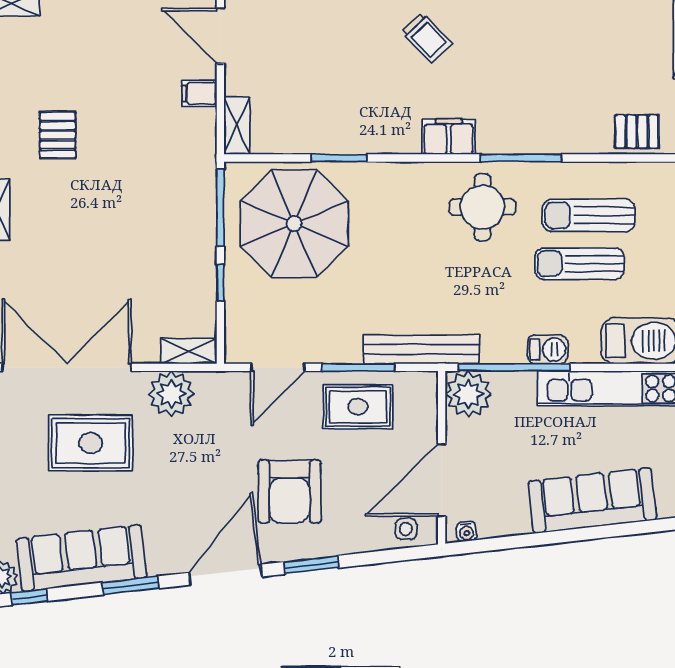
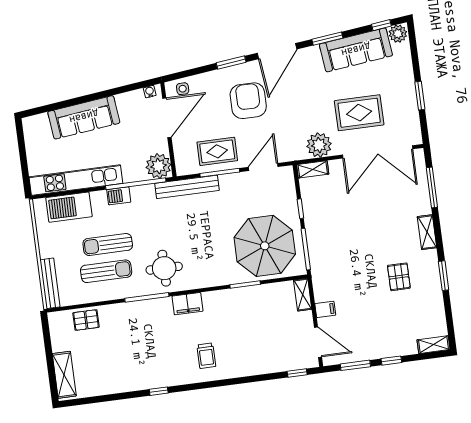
trolley: (427, 38) -> (206, 356), turned -136
sun lounger: (579, 264) -> (108, 244), turned 180

